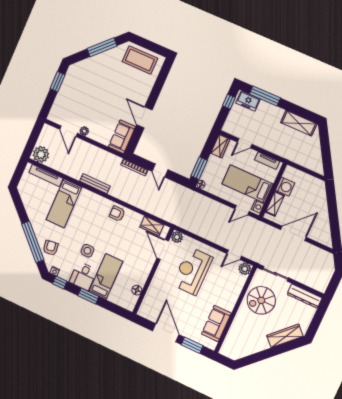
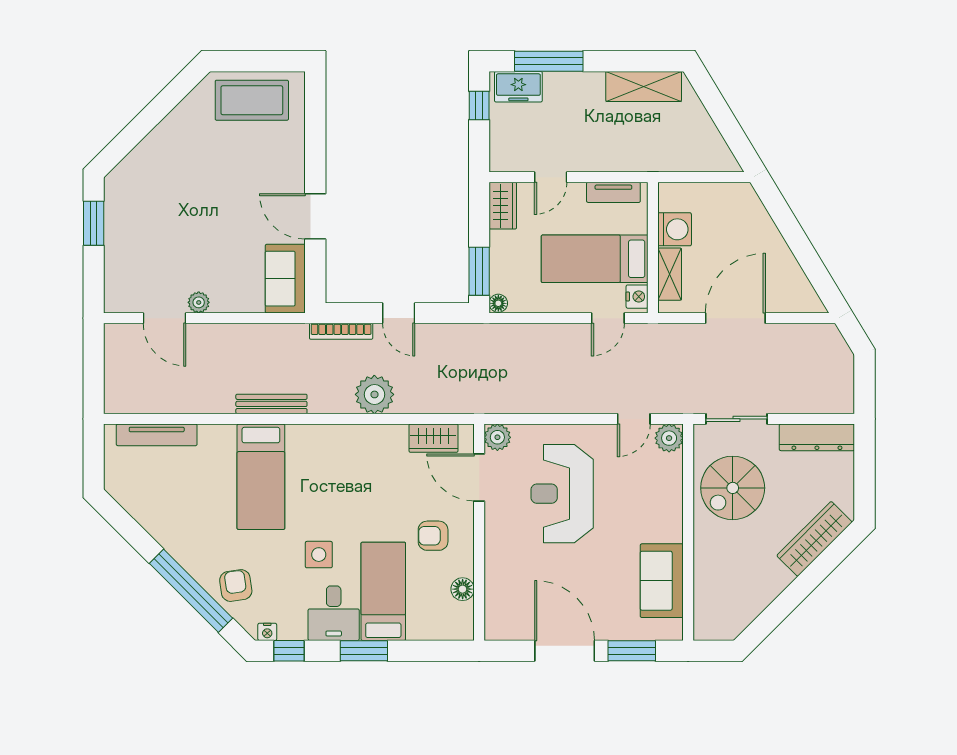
window: (102, 47) -> (158, 109), removed
plant: (41, 154) -> (374, 394), moved
bed: (64, 203) -> (261, 477), moved
armchair: (117, 214) -> (433, 536), moved

